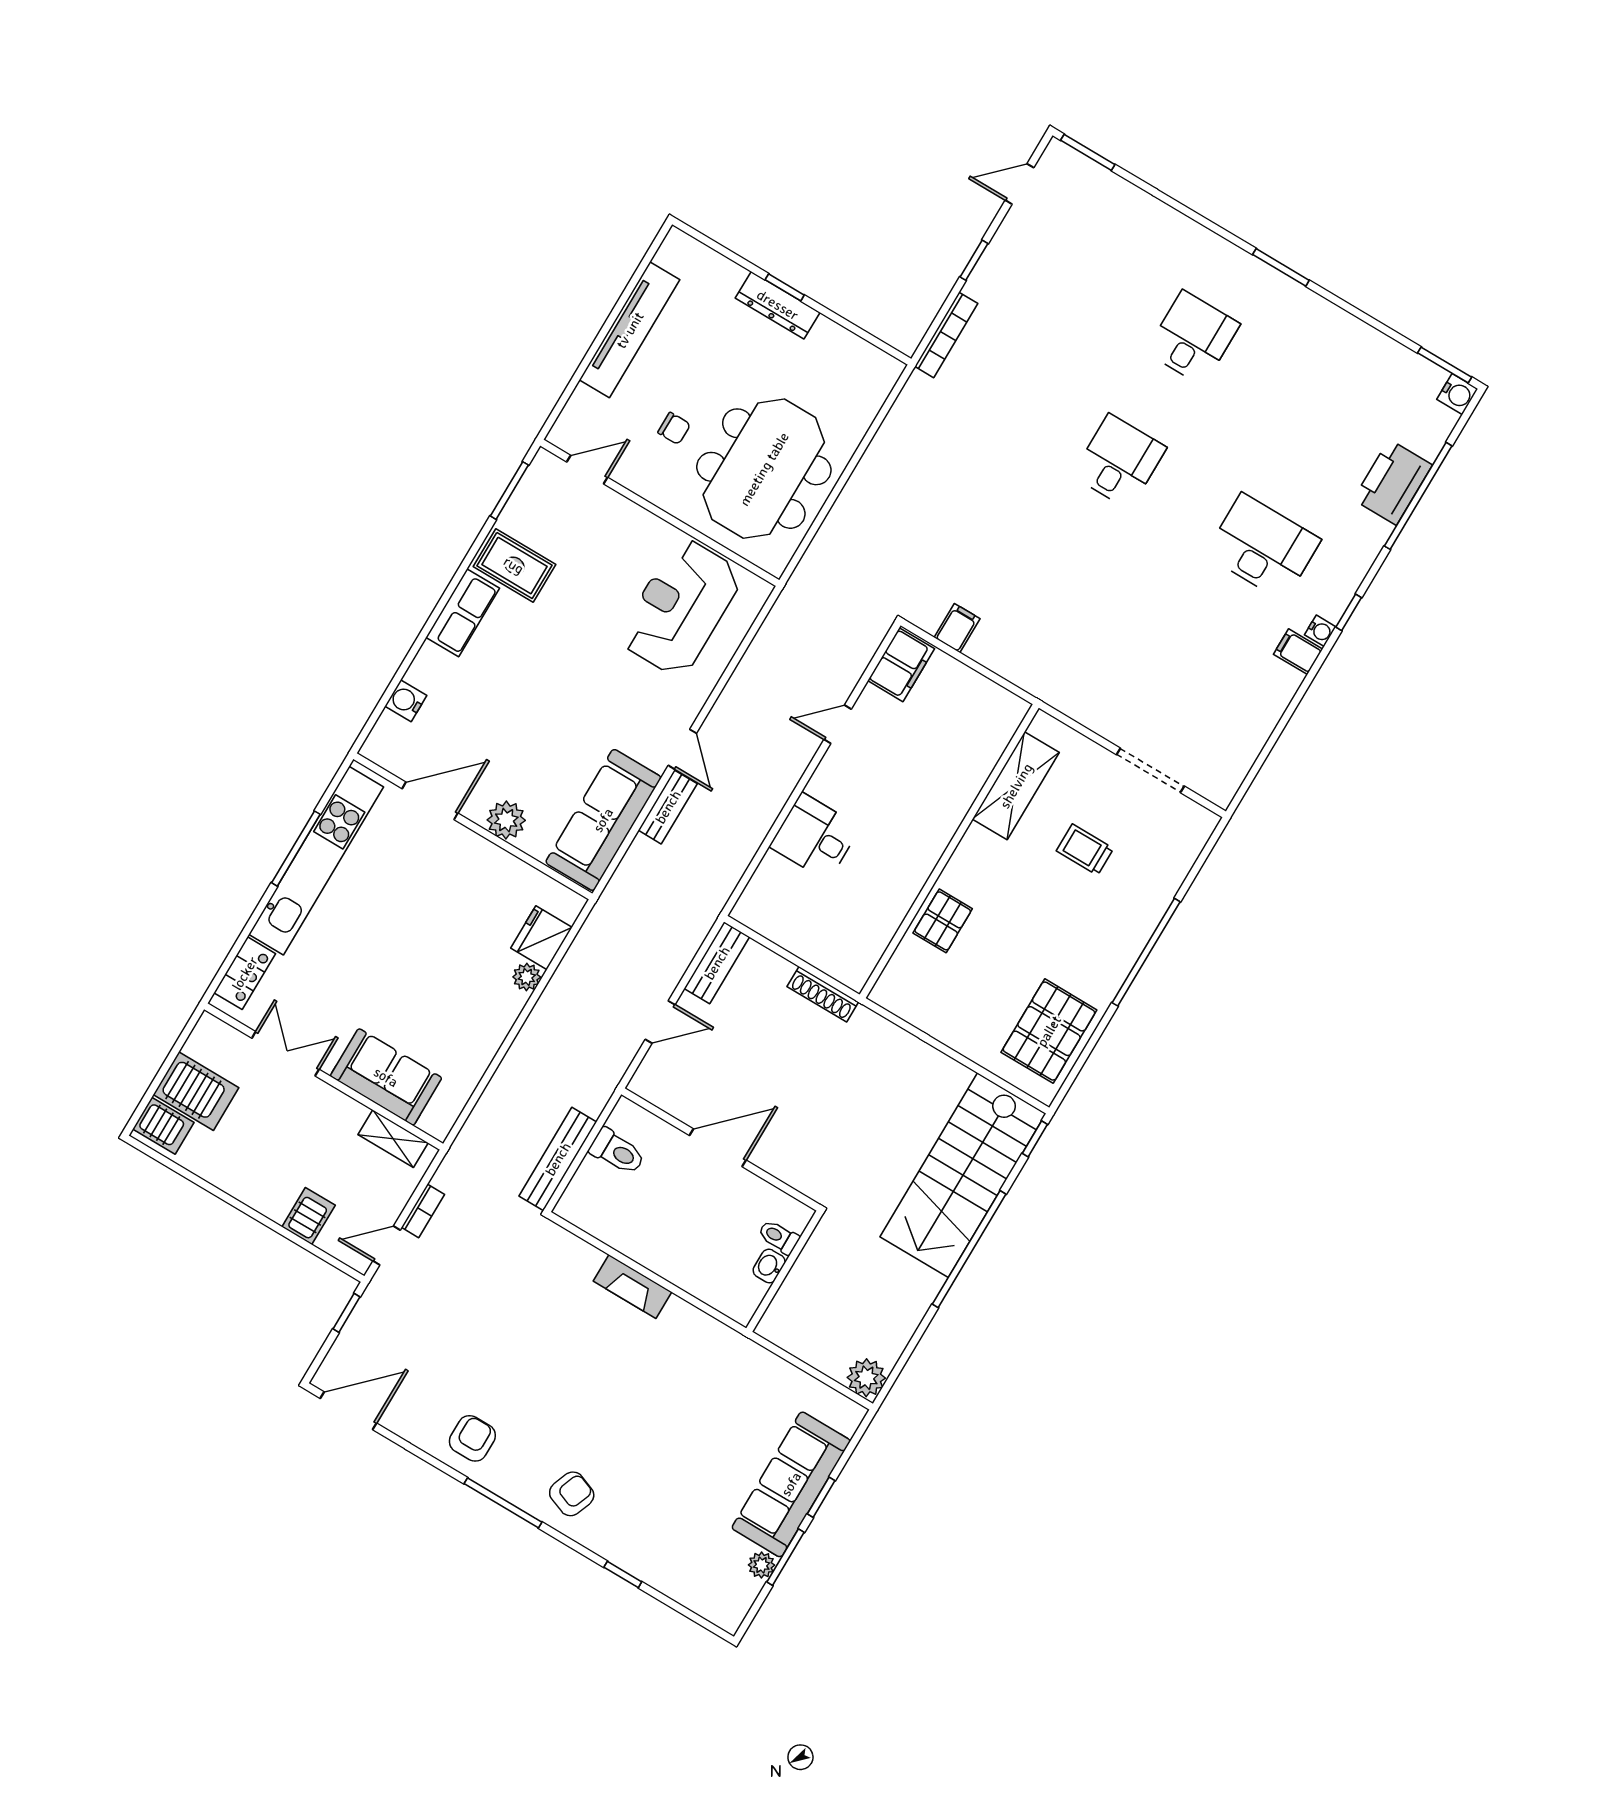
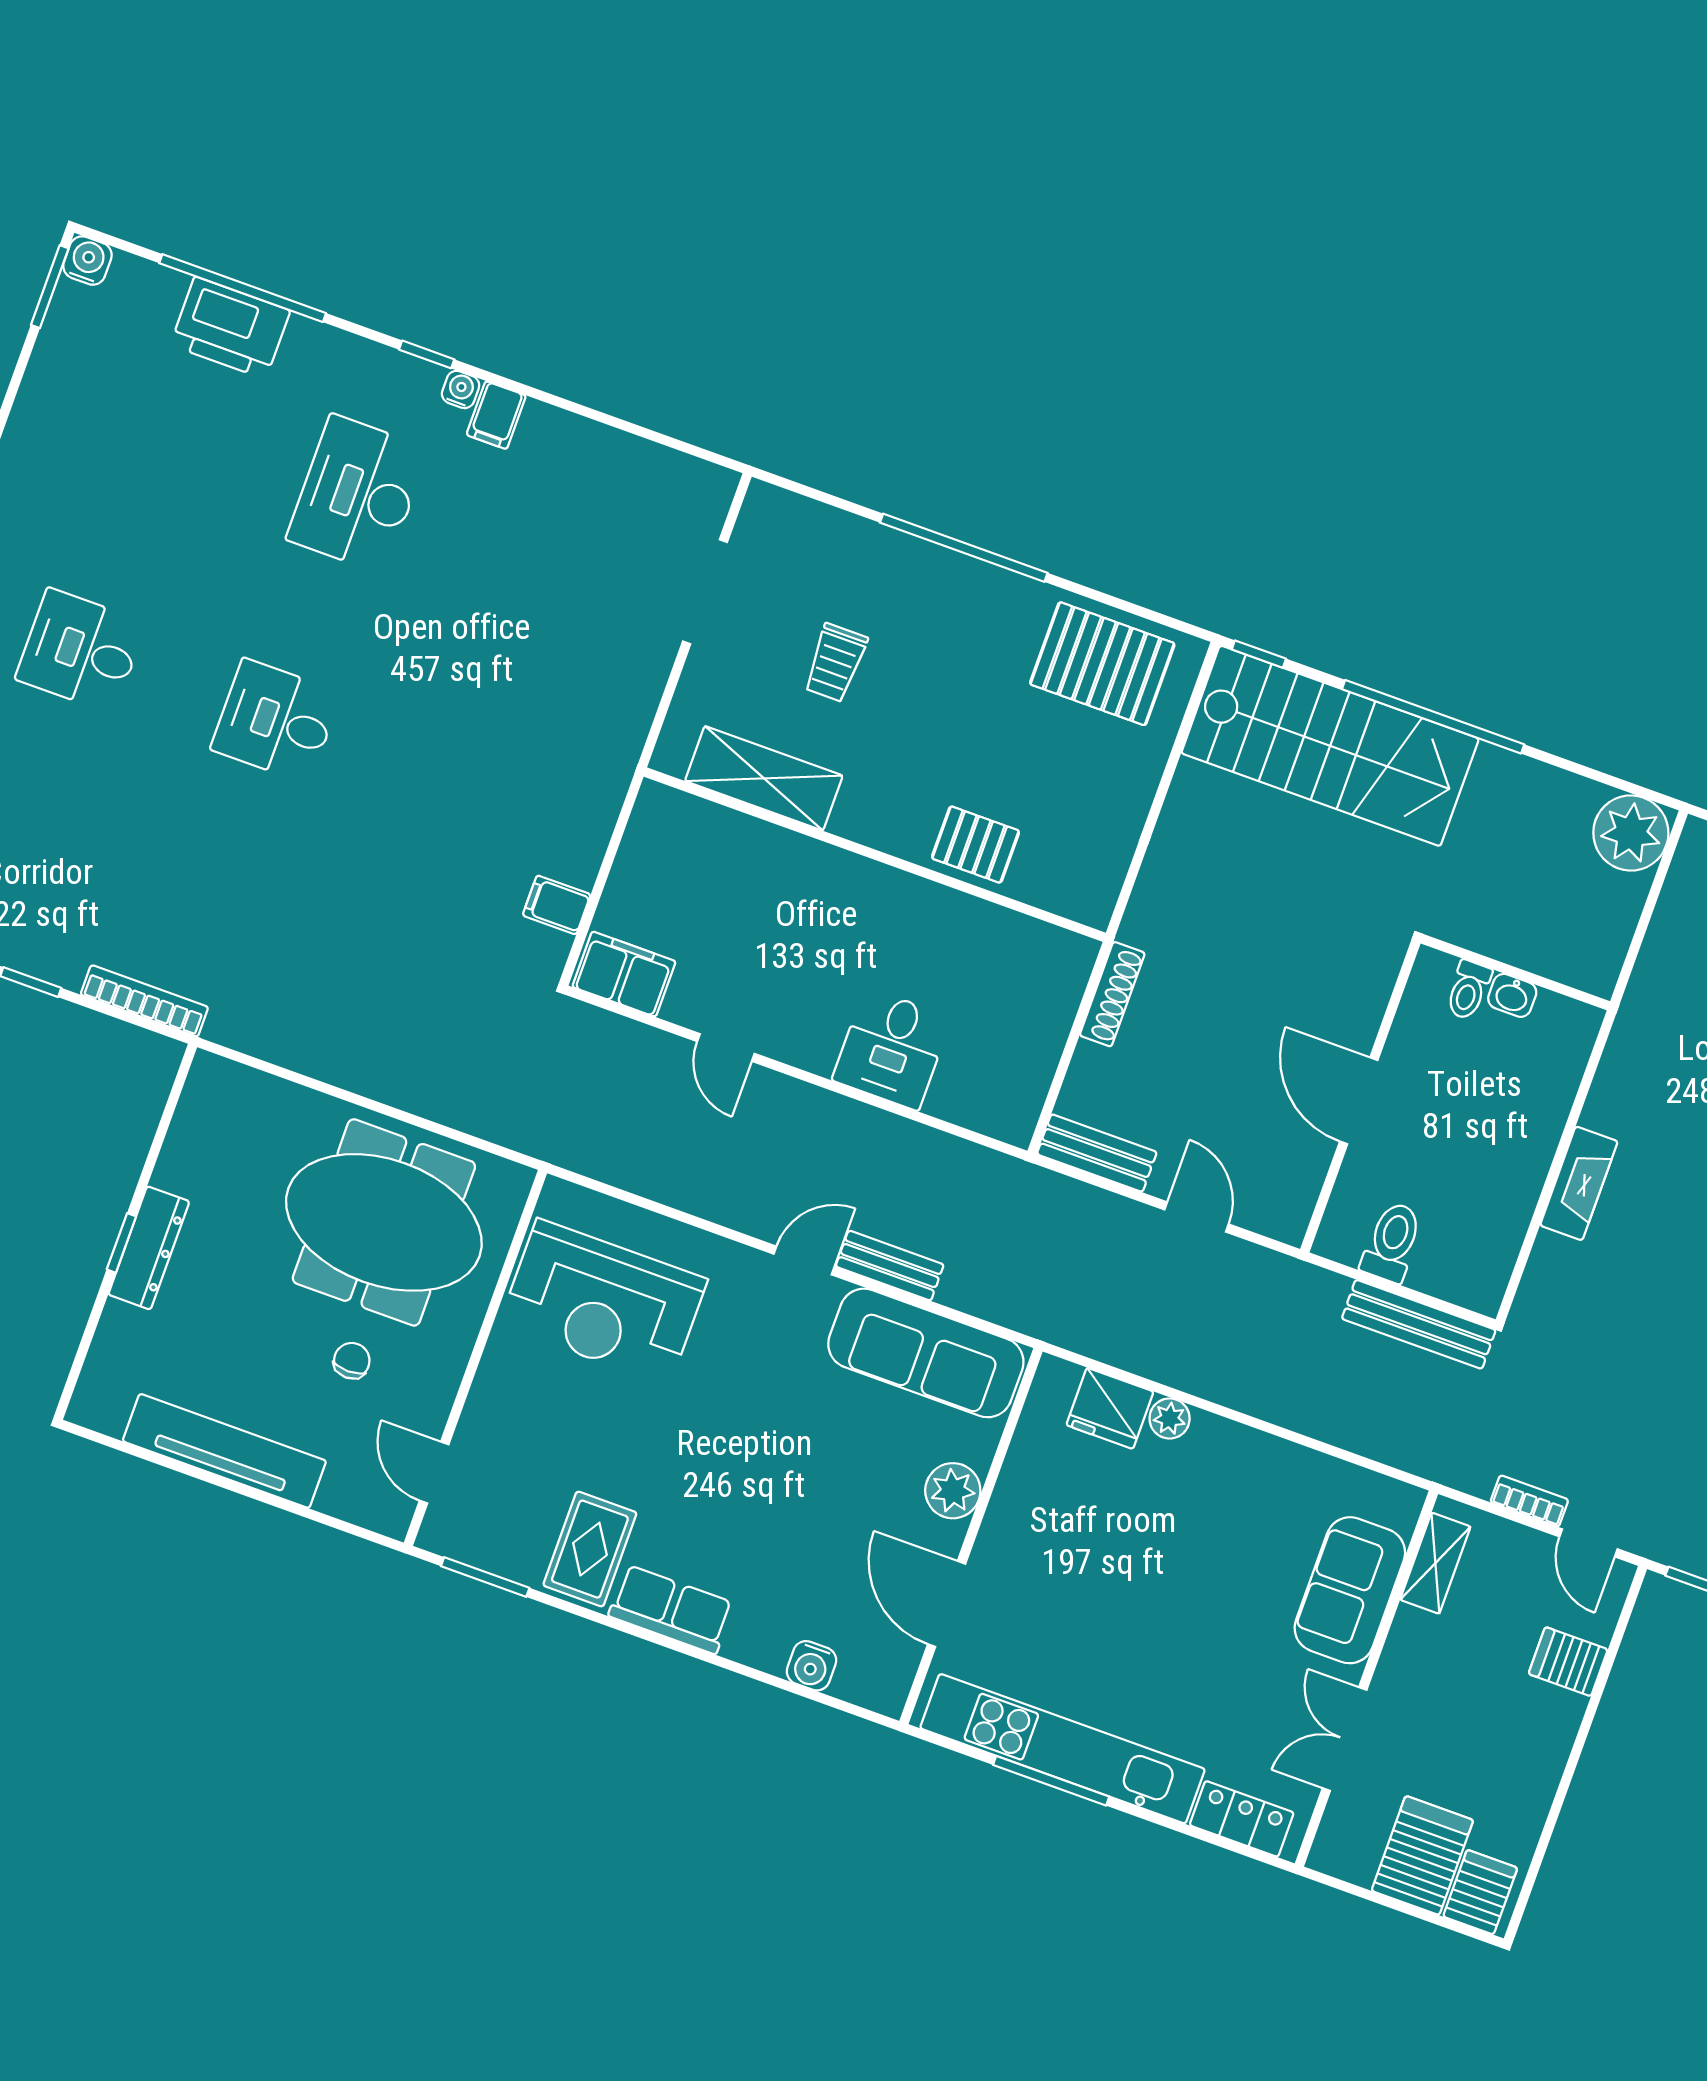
plant: (866, 1378) -> (1631, 833), width x1.36, depth x1.36

